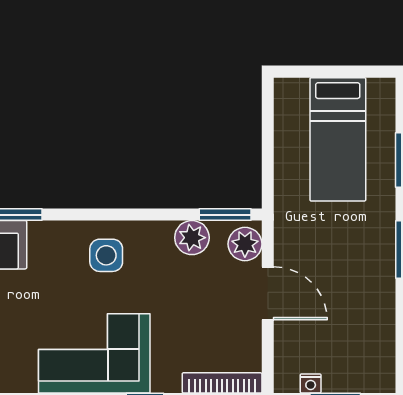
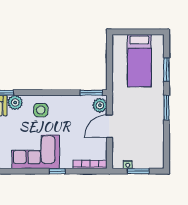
plant: (192, 238) -> (15, 103), moved
door: (268, 293) -> (110, 126), swing flipped

